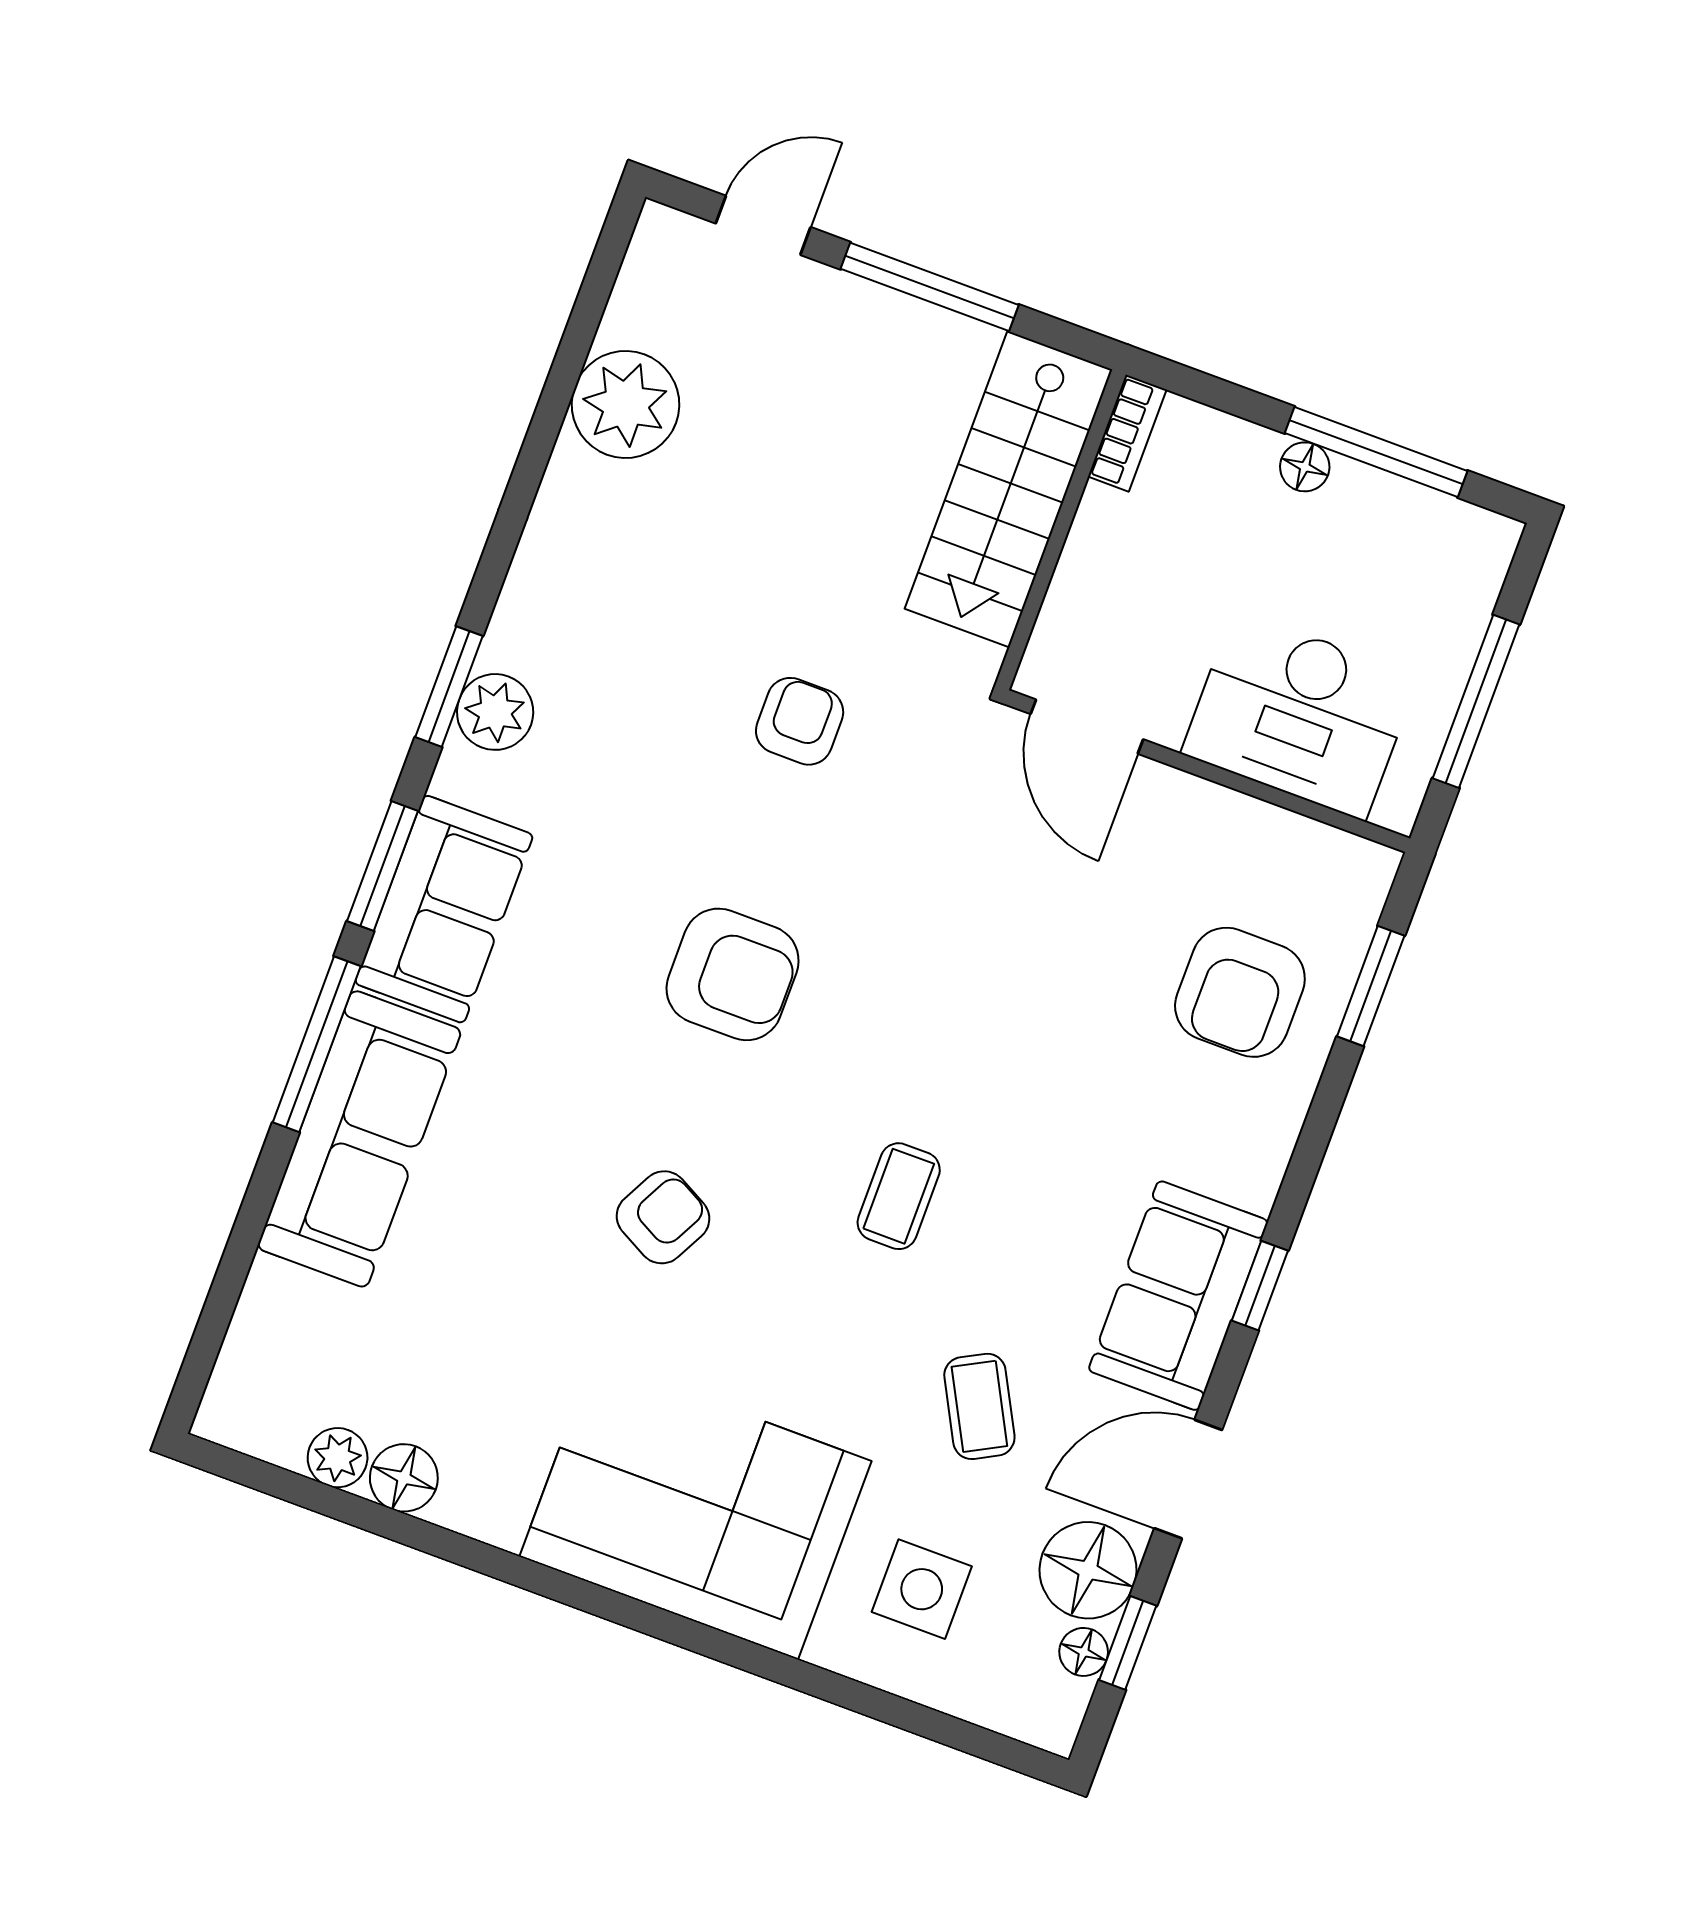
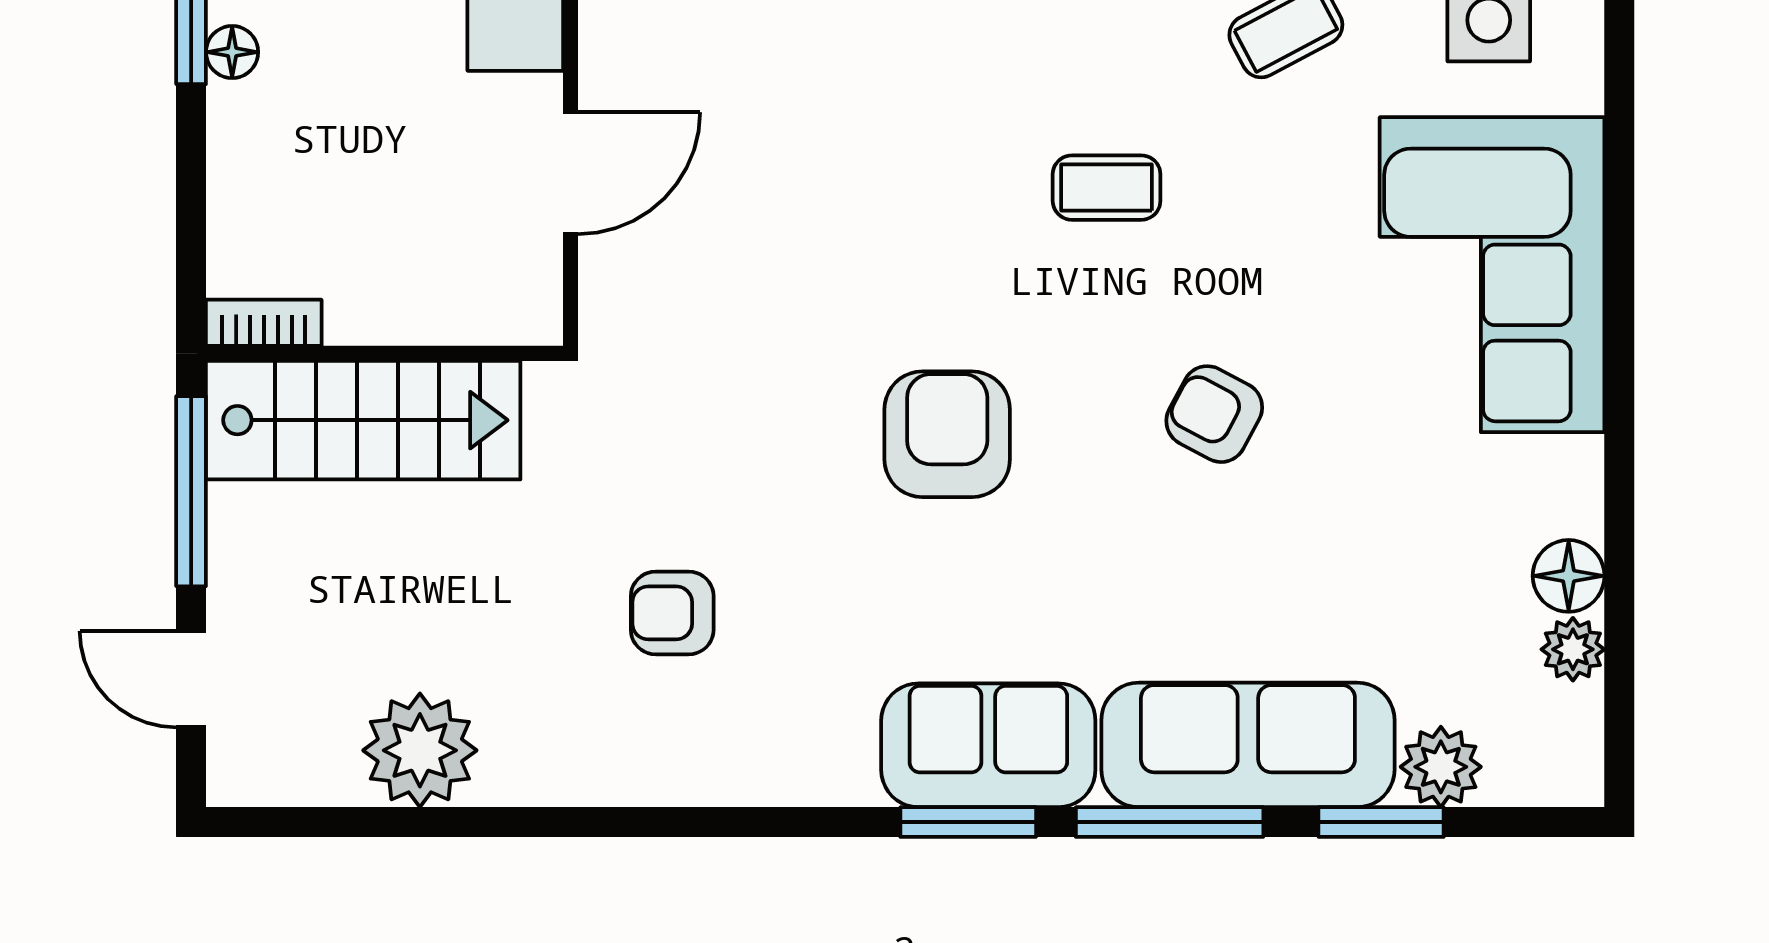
bookcase: (1127, 433) -> (264, 323), moved
stairs: (1009, 489) -> (363, 420), moved
wall: (1061, 530) -> (385, 353), moved
window: (449, 687) -> (1381, 822), moved
plant: (495, 712) -> (1441, 767), moved
armchair: (800, 721) -> (672, 613), moved

